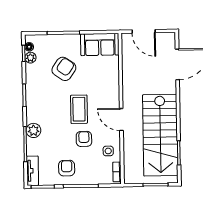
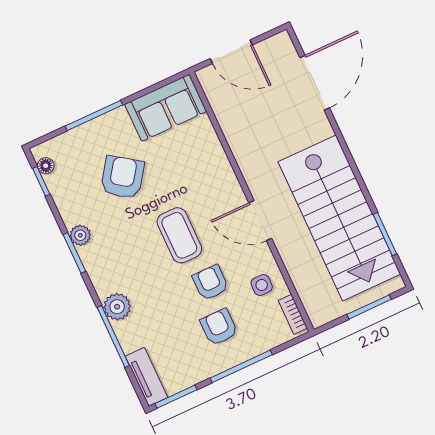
plant: (30, 58) -> (80, 235), moved
armchair: (67, 168) -> (219, 327), moved

